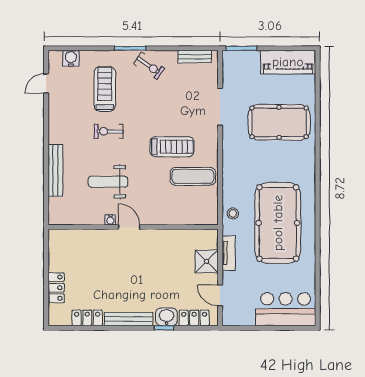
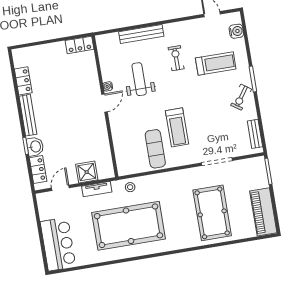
exercise bike: (109, 131) -> (176, 58), moved
locker: (56, 288) -> (79, 45), moved

